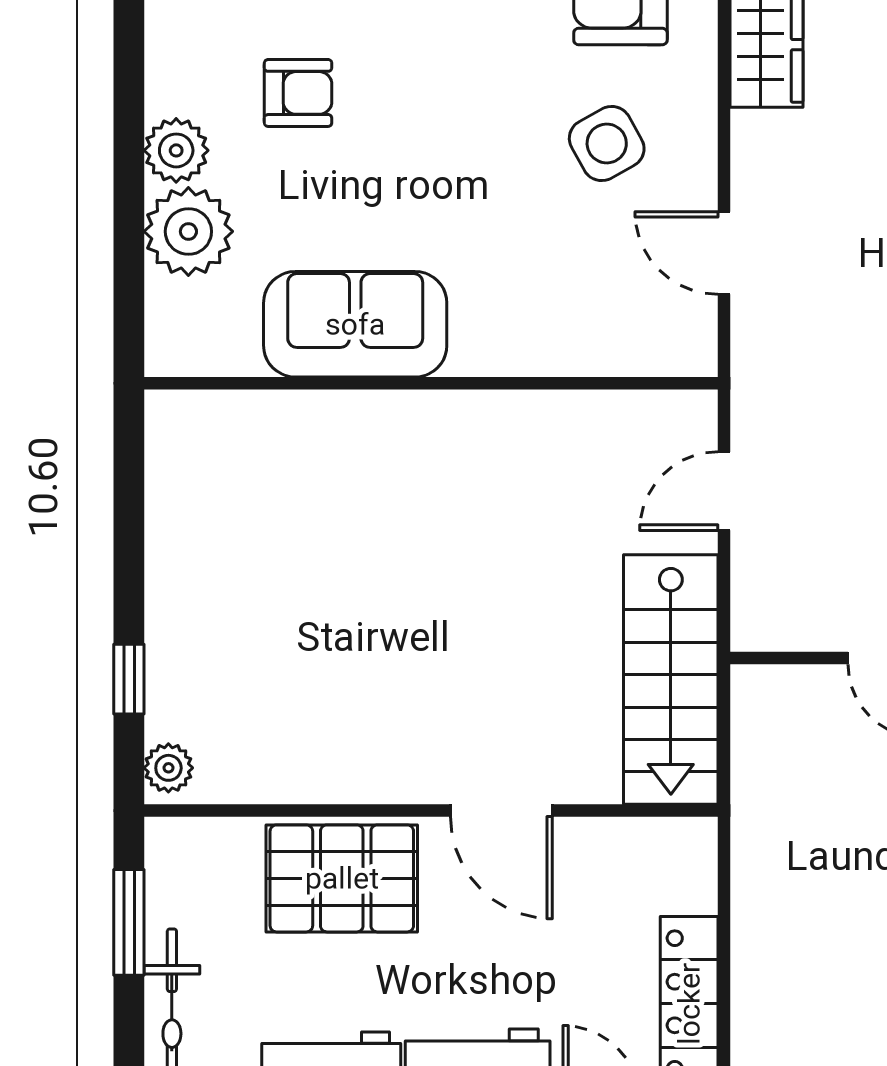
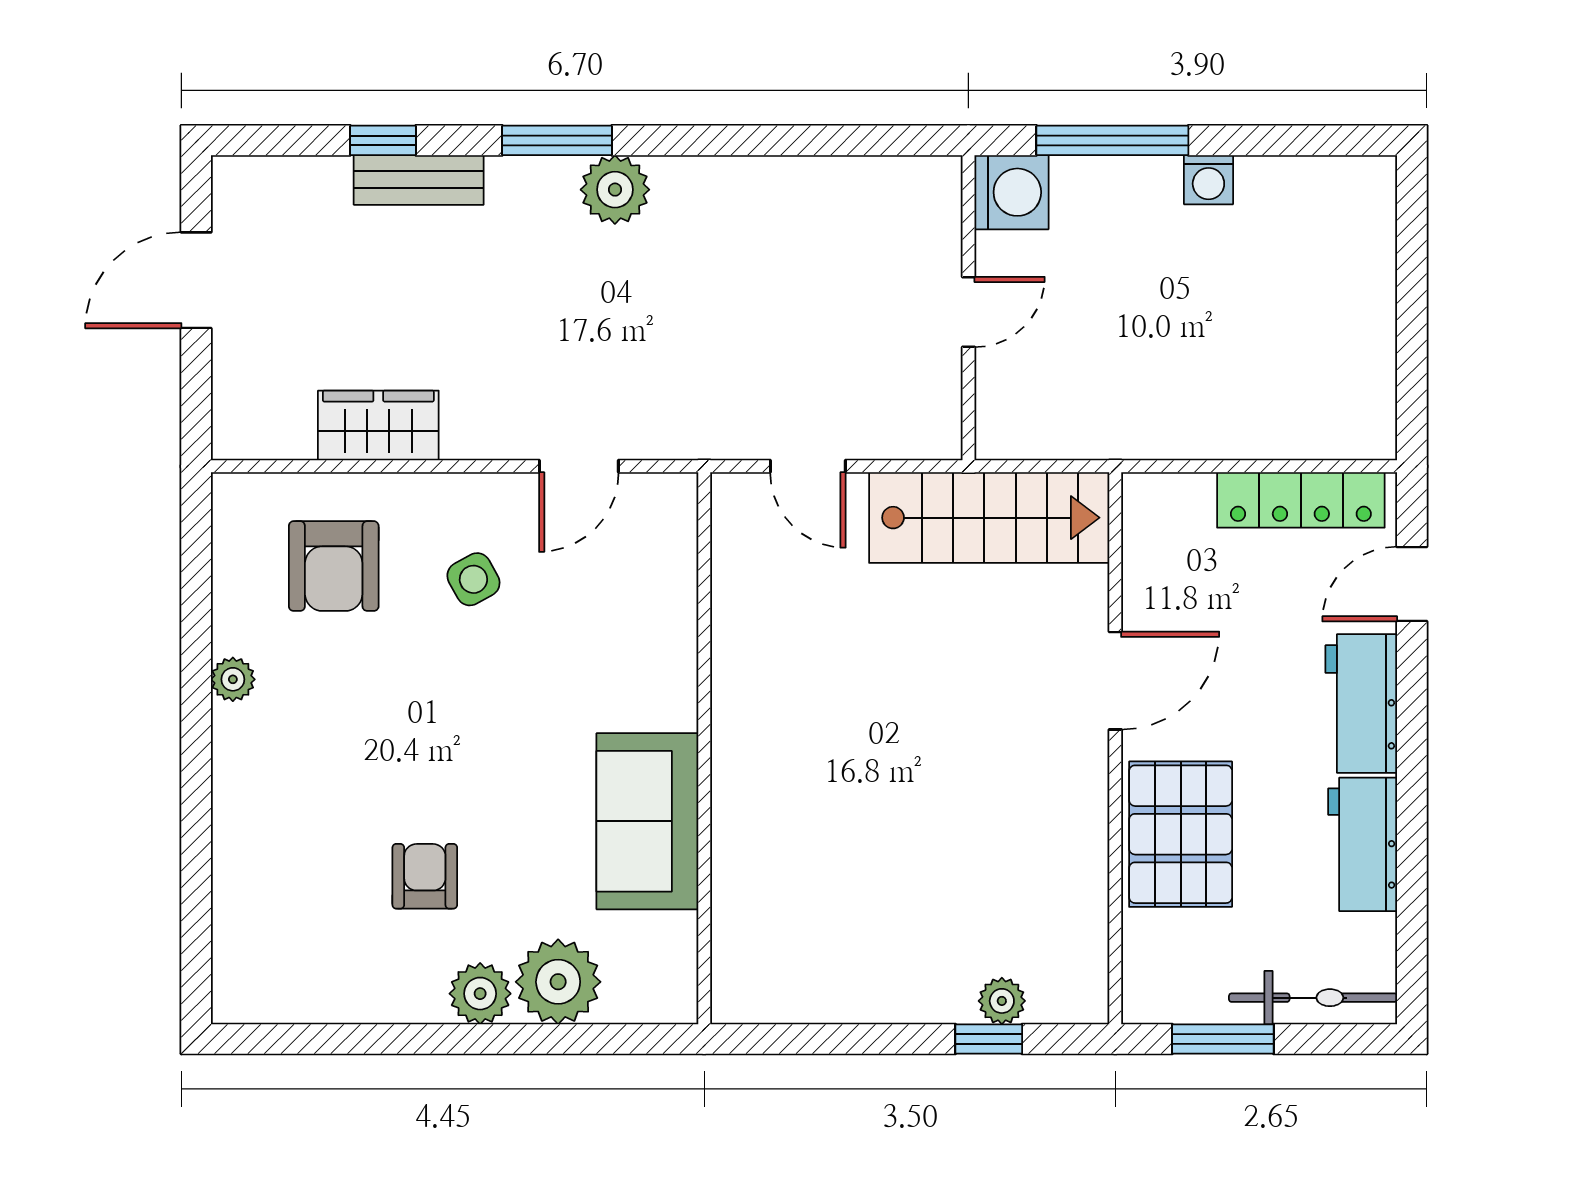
side table: (607, 144) -> (473, 579), width x0.73, depth x0.73
plant: (168, 768) -> (1002, 1001), moved

